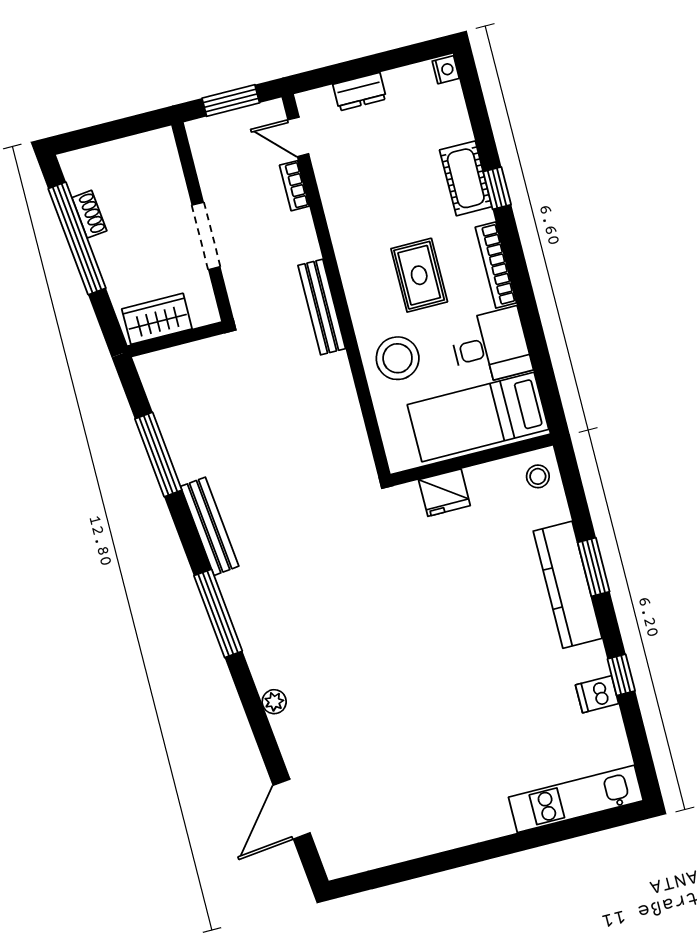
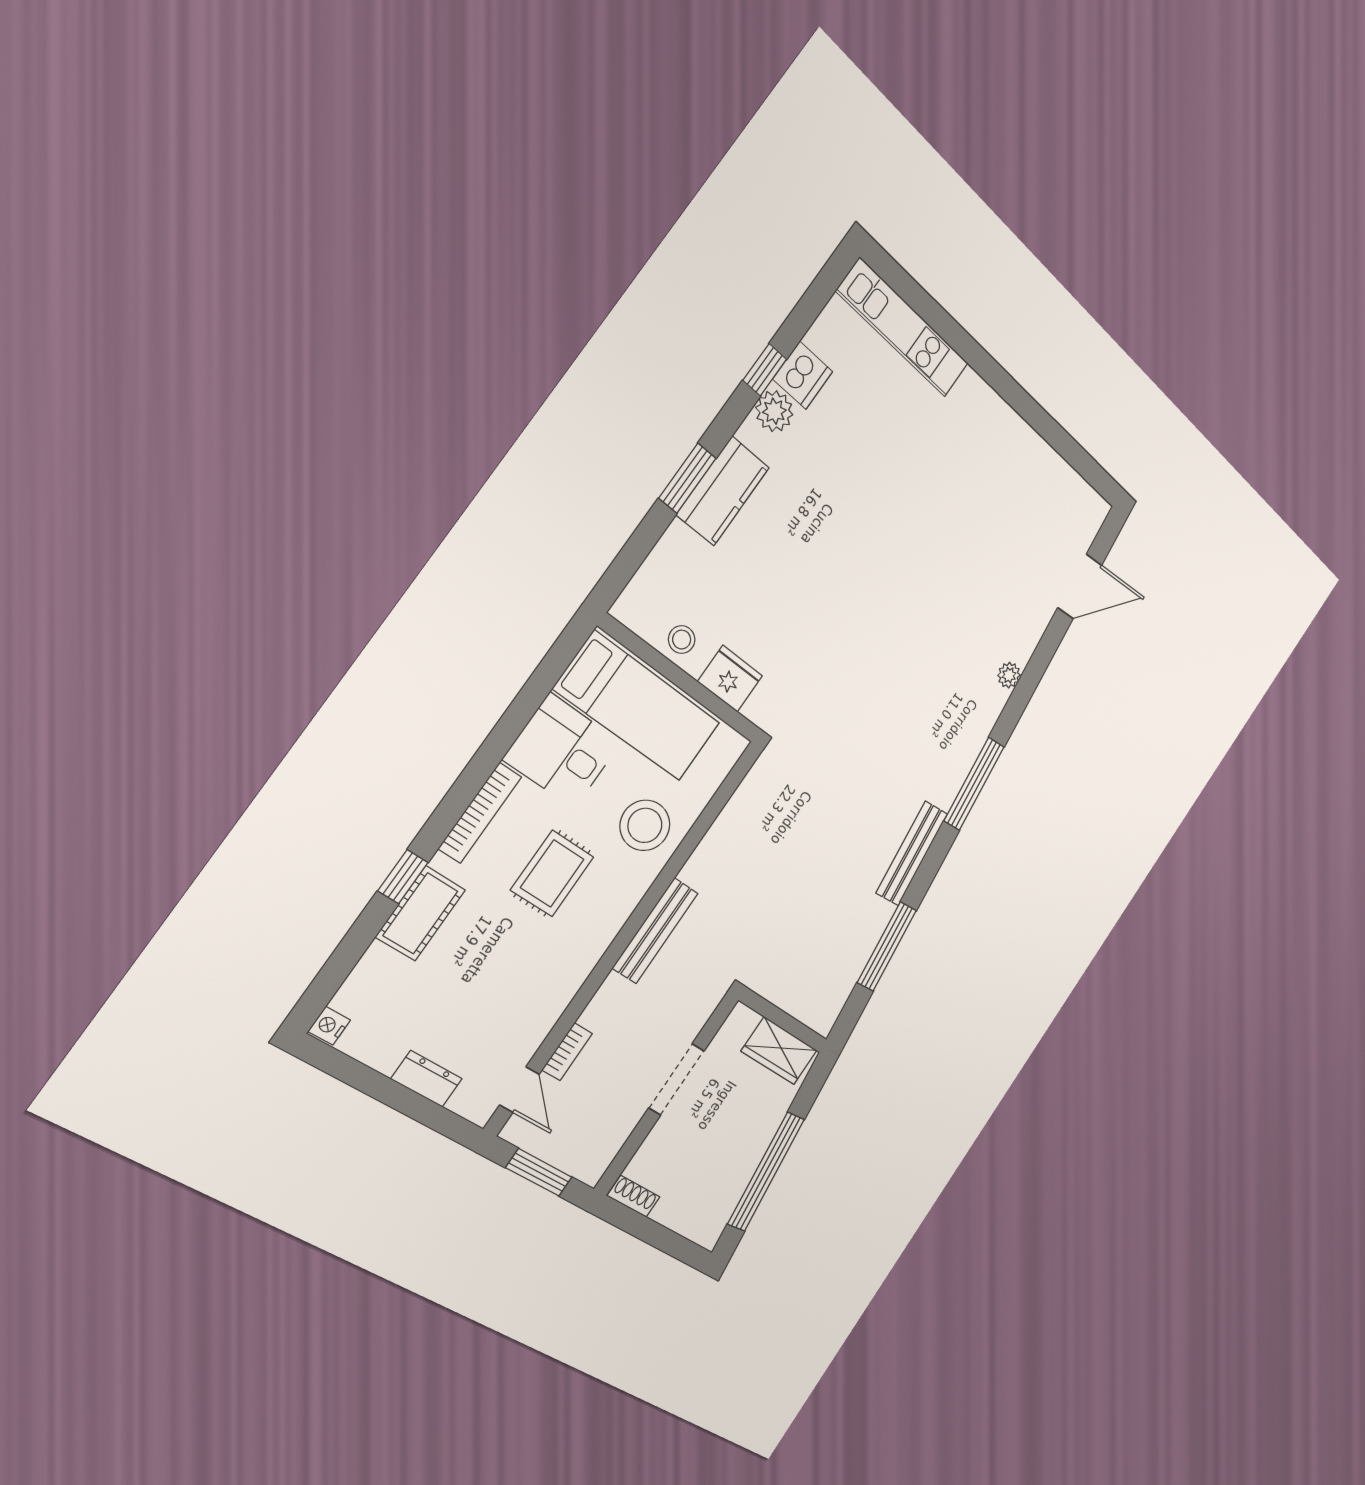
shoe rack: (89, 214) -> (633, 1196), moved, turned 96
stool: (538, 476) -> (682, 640), moved
kitchen counter: (568, 585) -> (723, 491), width x0.67
plant: (591, 661) -> (774, 411), added
dishwasher: (597, 694) -> (803, 375), width x1.38

